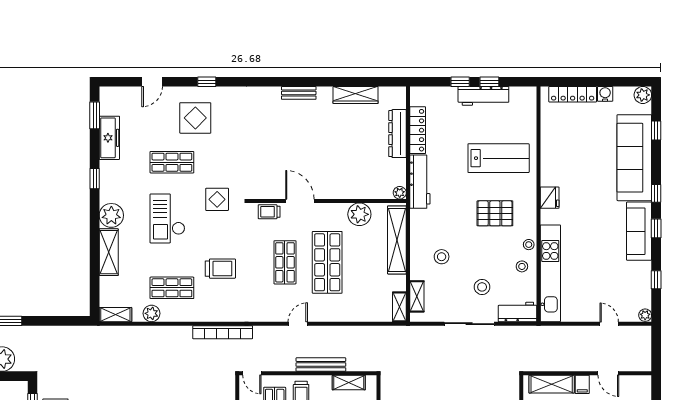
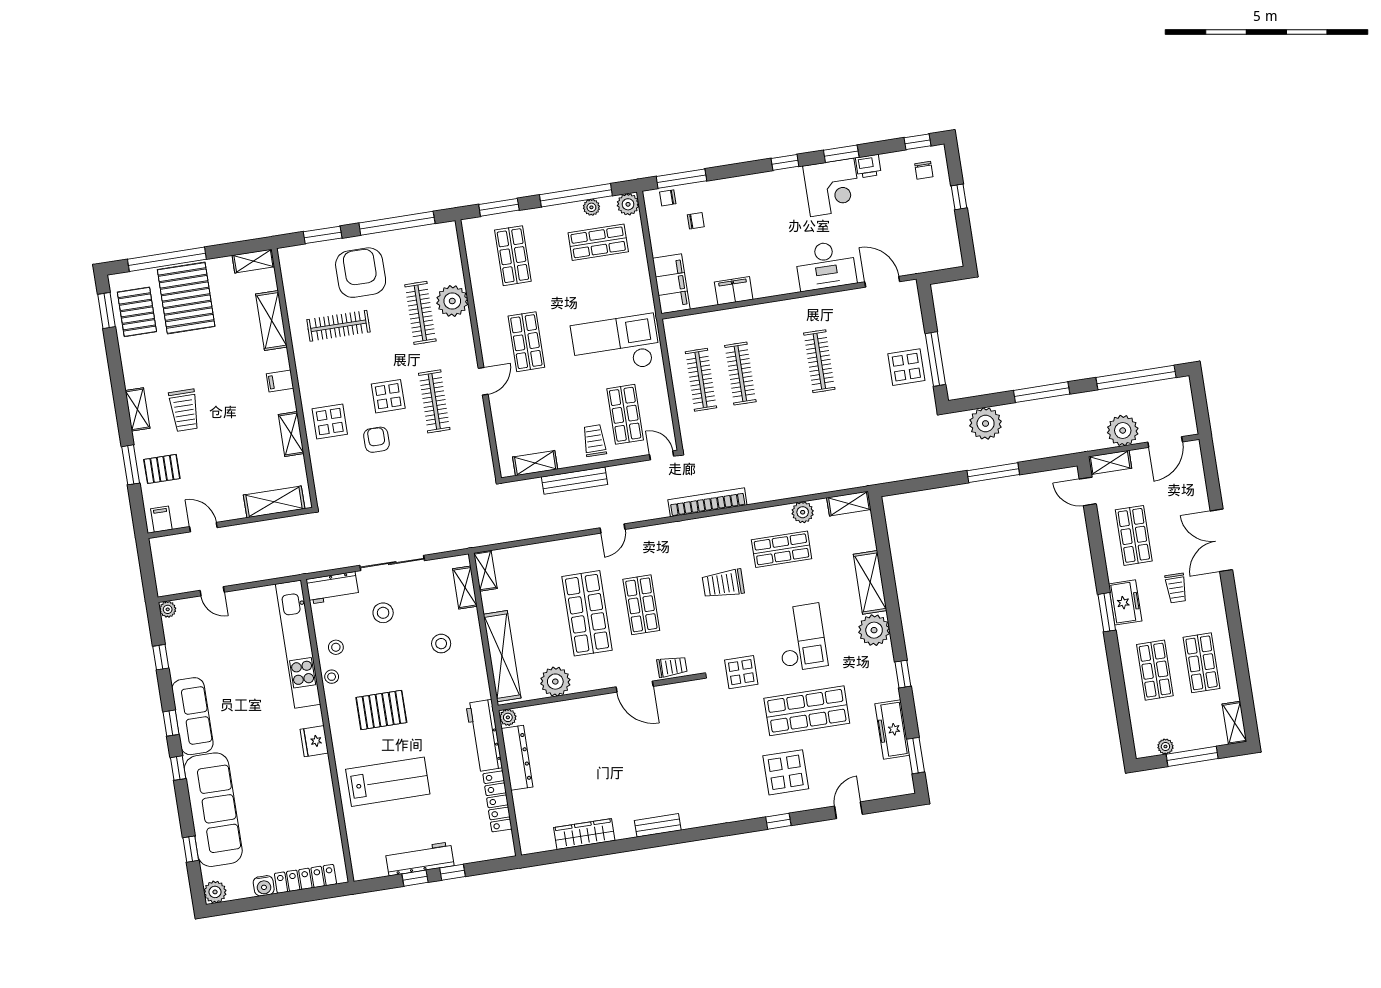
dresser: (398, 134) -> (517, 758), moved
lab bench: (499, 158) -> (388, 782), turned 180
shop shelf: (172, 162) -> (807, 711), width x1.43, depth x1.36
filing cabinet: (582, 384) -> (161, 519), moved

